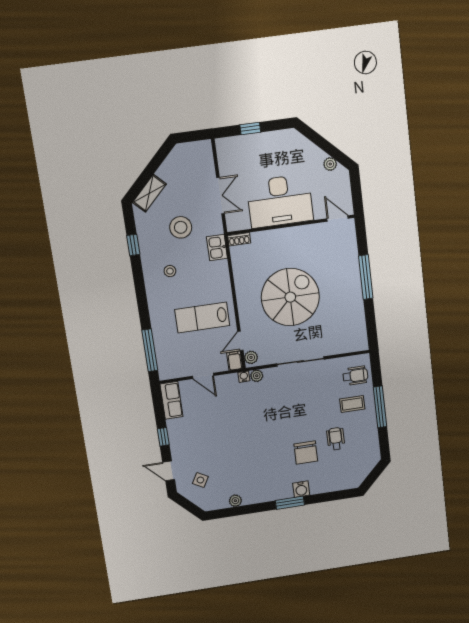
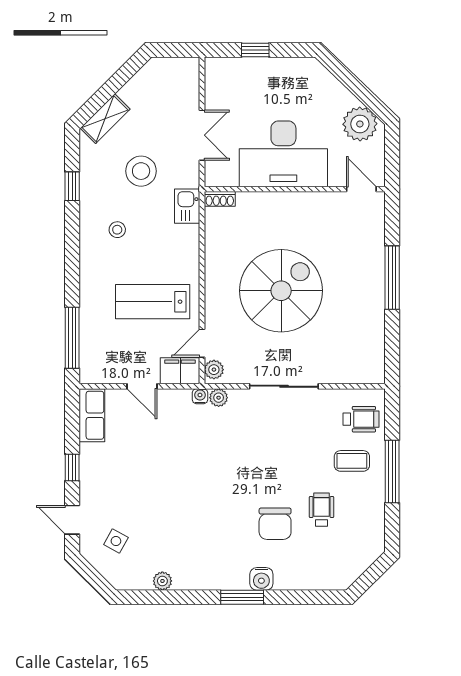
plant: (330, 164) -> (360, 124), width x1.88, depth x1.88
filing cabinet: (235, 361) -> (180, 371), width x2.00

